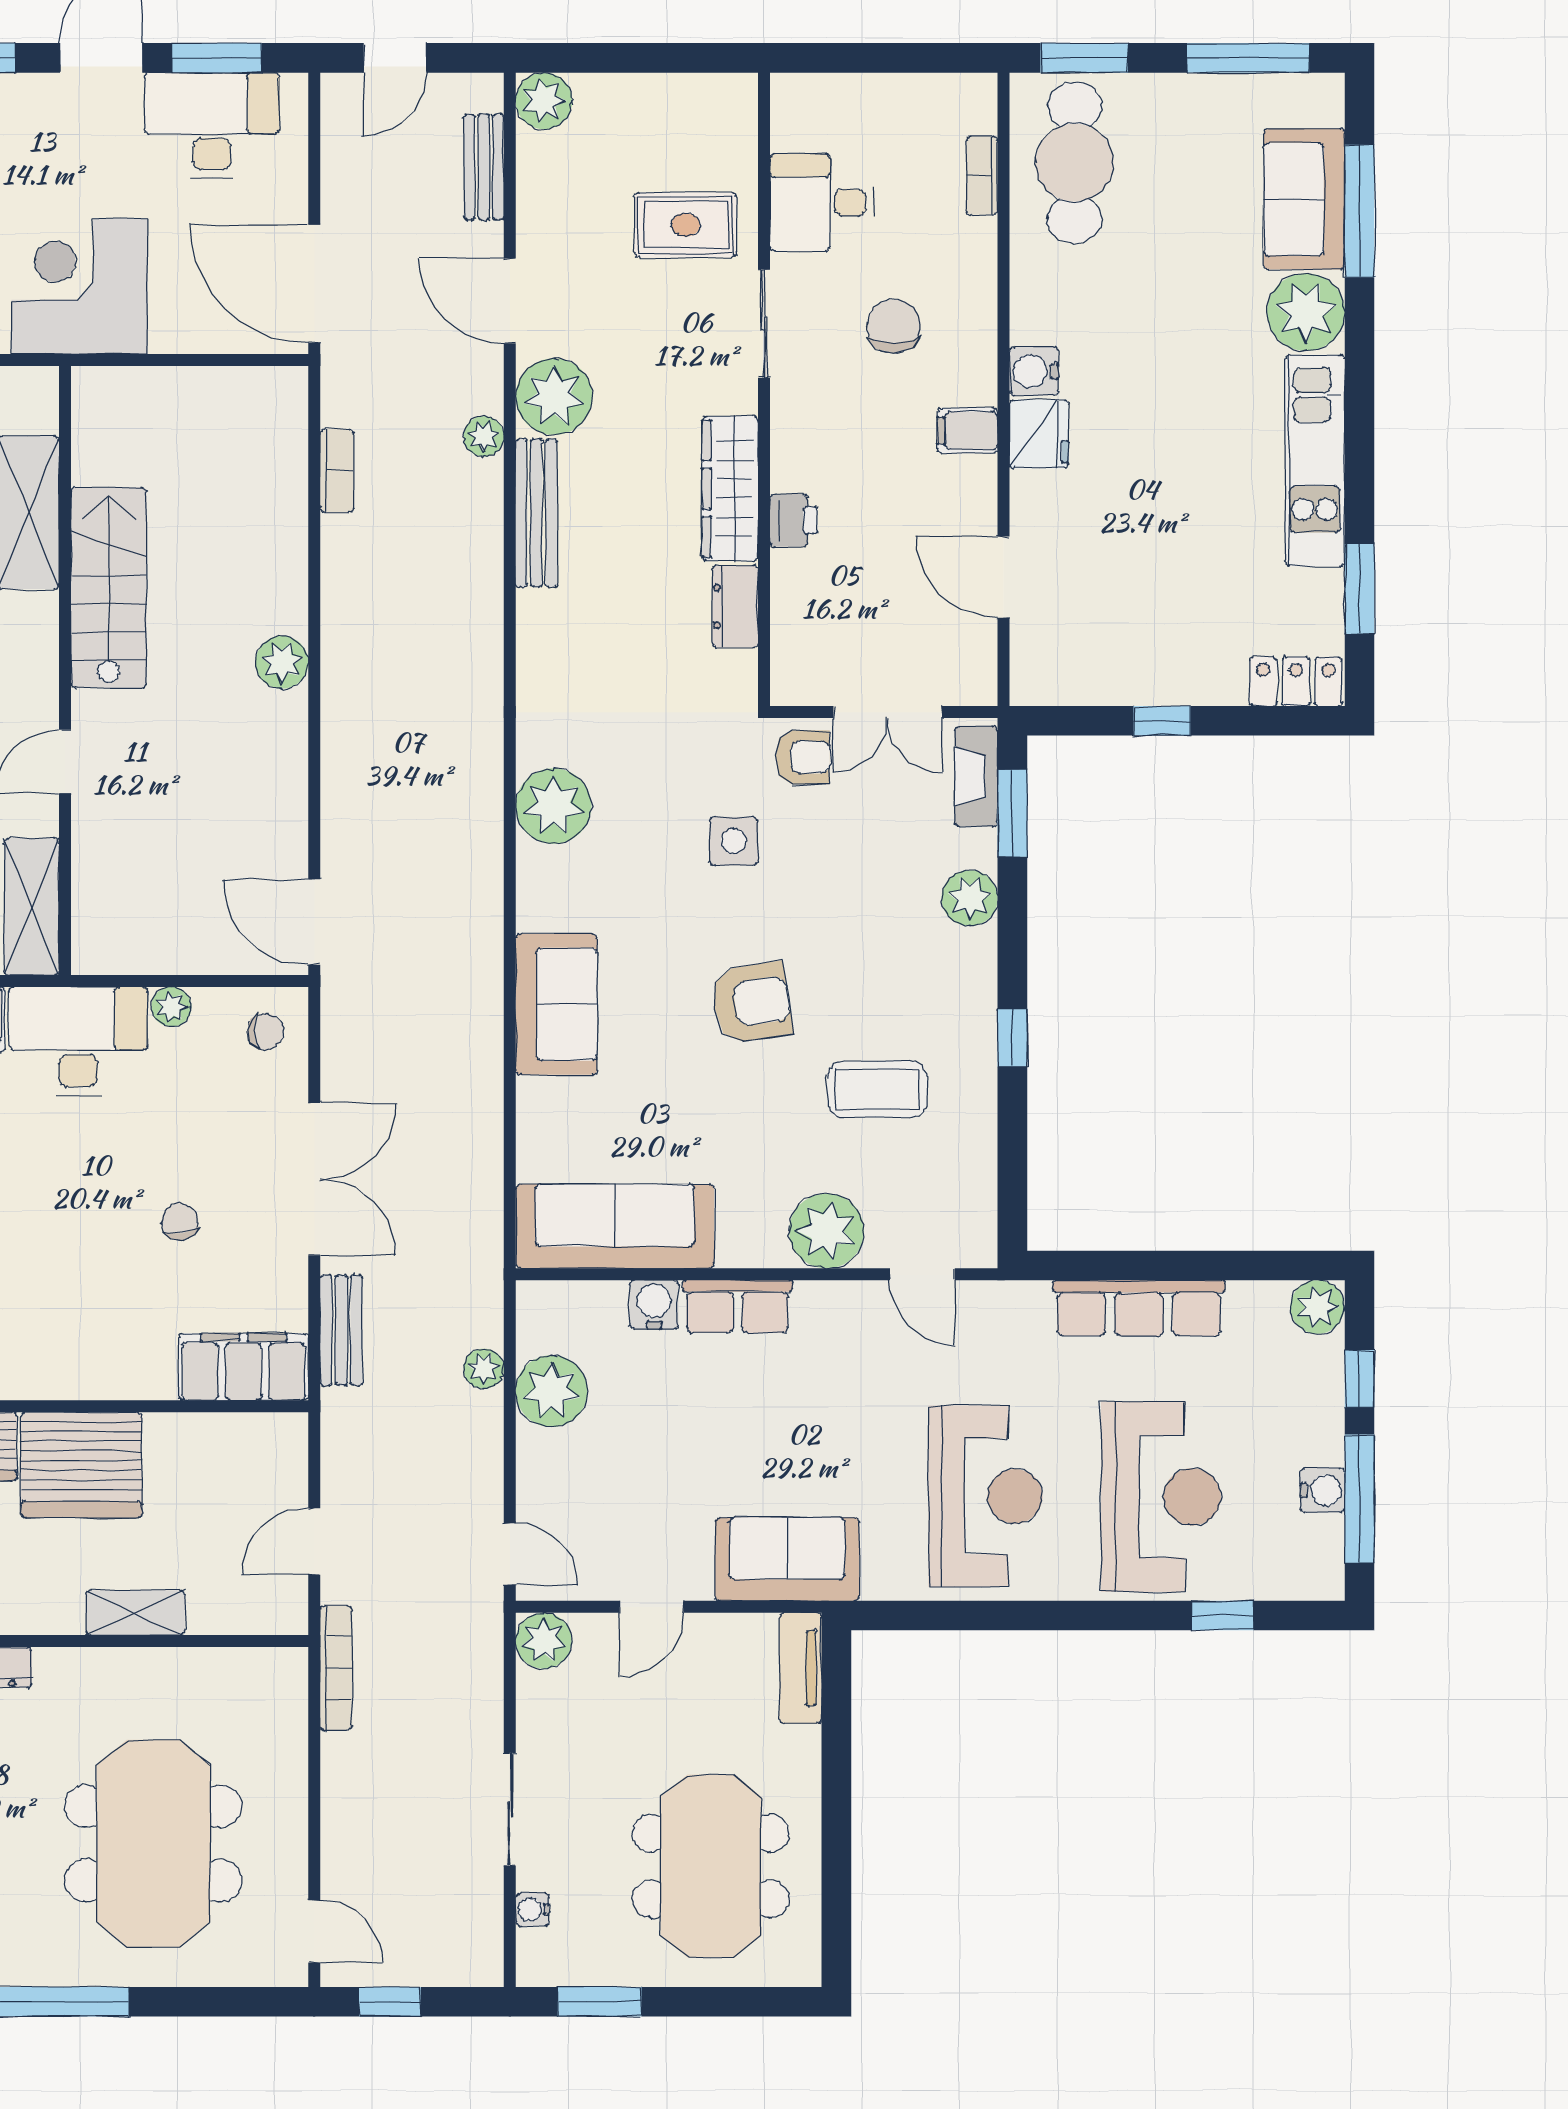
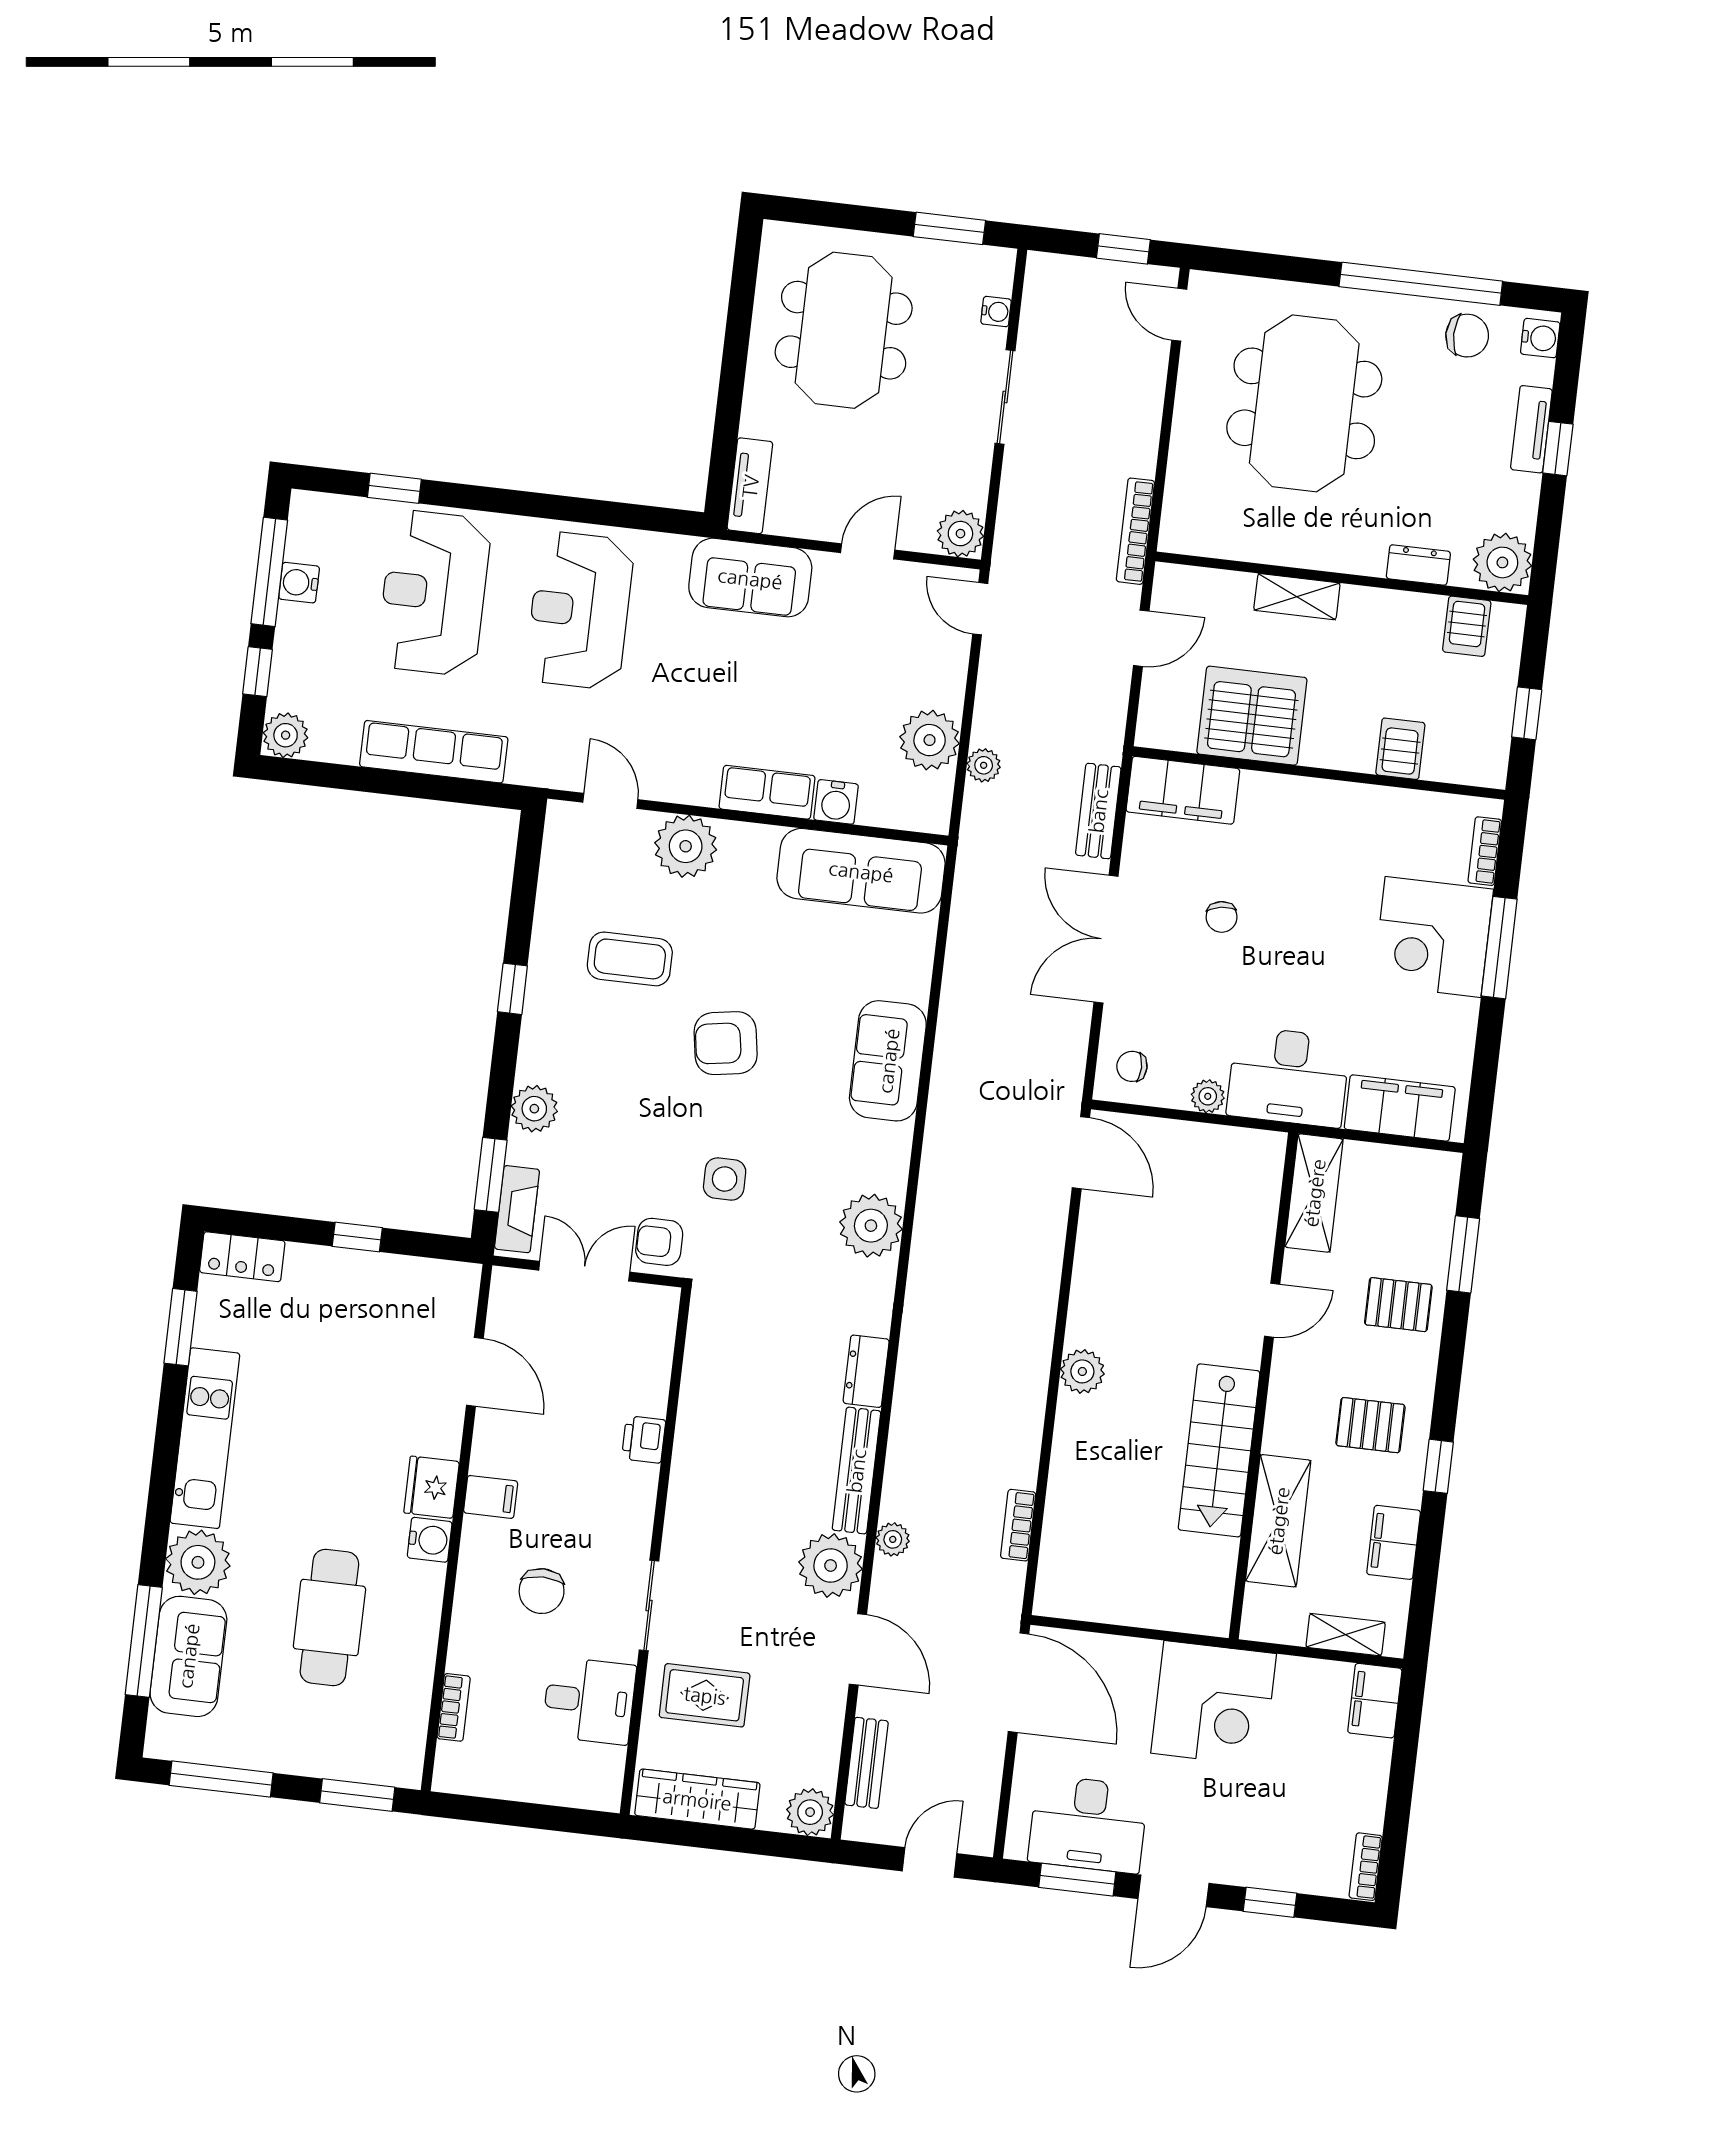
cafe table: (1075, 163) -> (329, 1618), moved
wardrobe: (730, 489) -> (697, 1799), moved, turned -90
dresser: (735, 606) -> (866, 1371), moved, turned 180
server rack: (81, 1465) -> (1252, 716), moved

